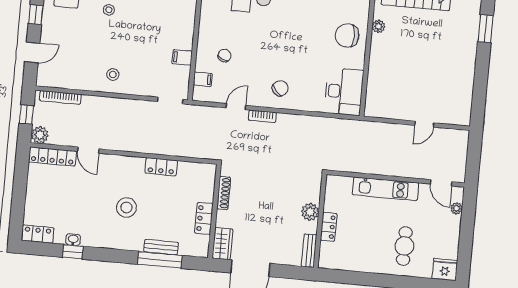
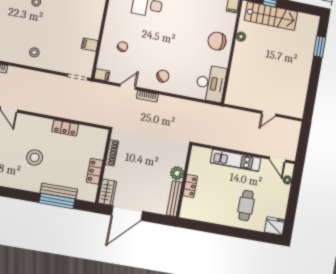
filing cabinet: (203, 79) -> (102, 75), moved
bench: (161, 247) -> (59, 191), width x1.36
bench: (309, 251) -> (174, 199), width x1.36

